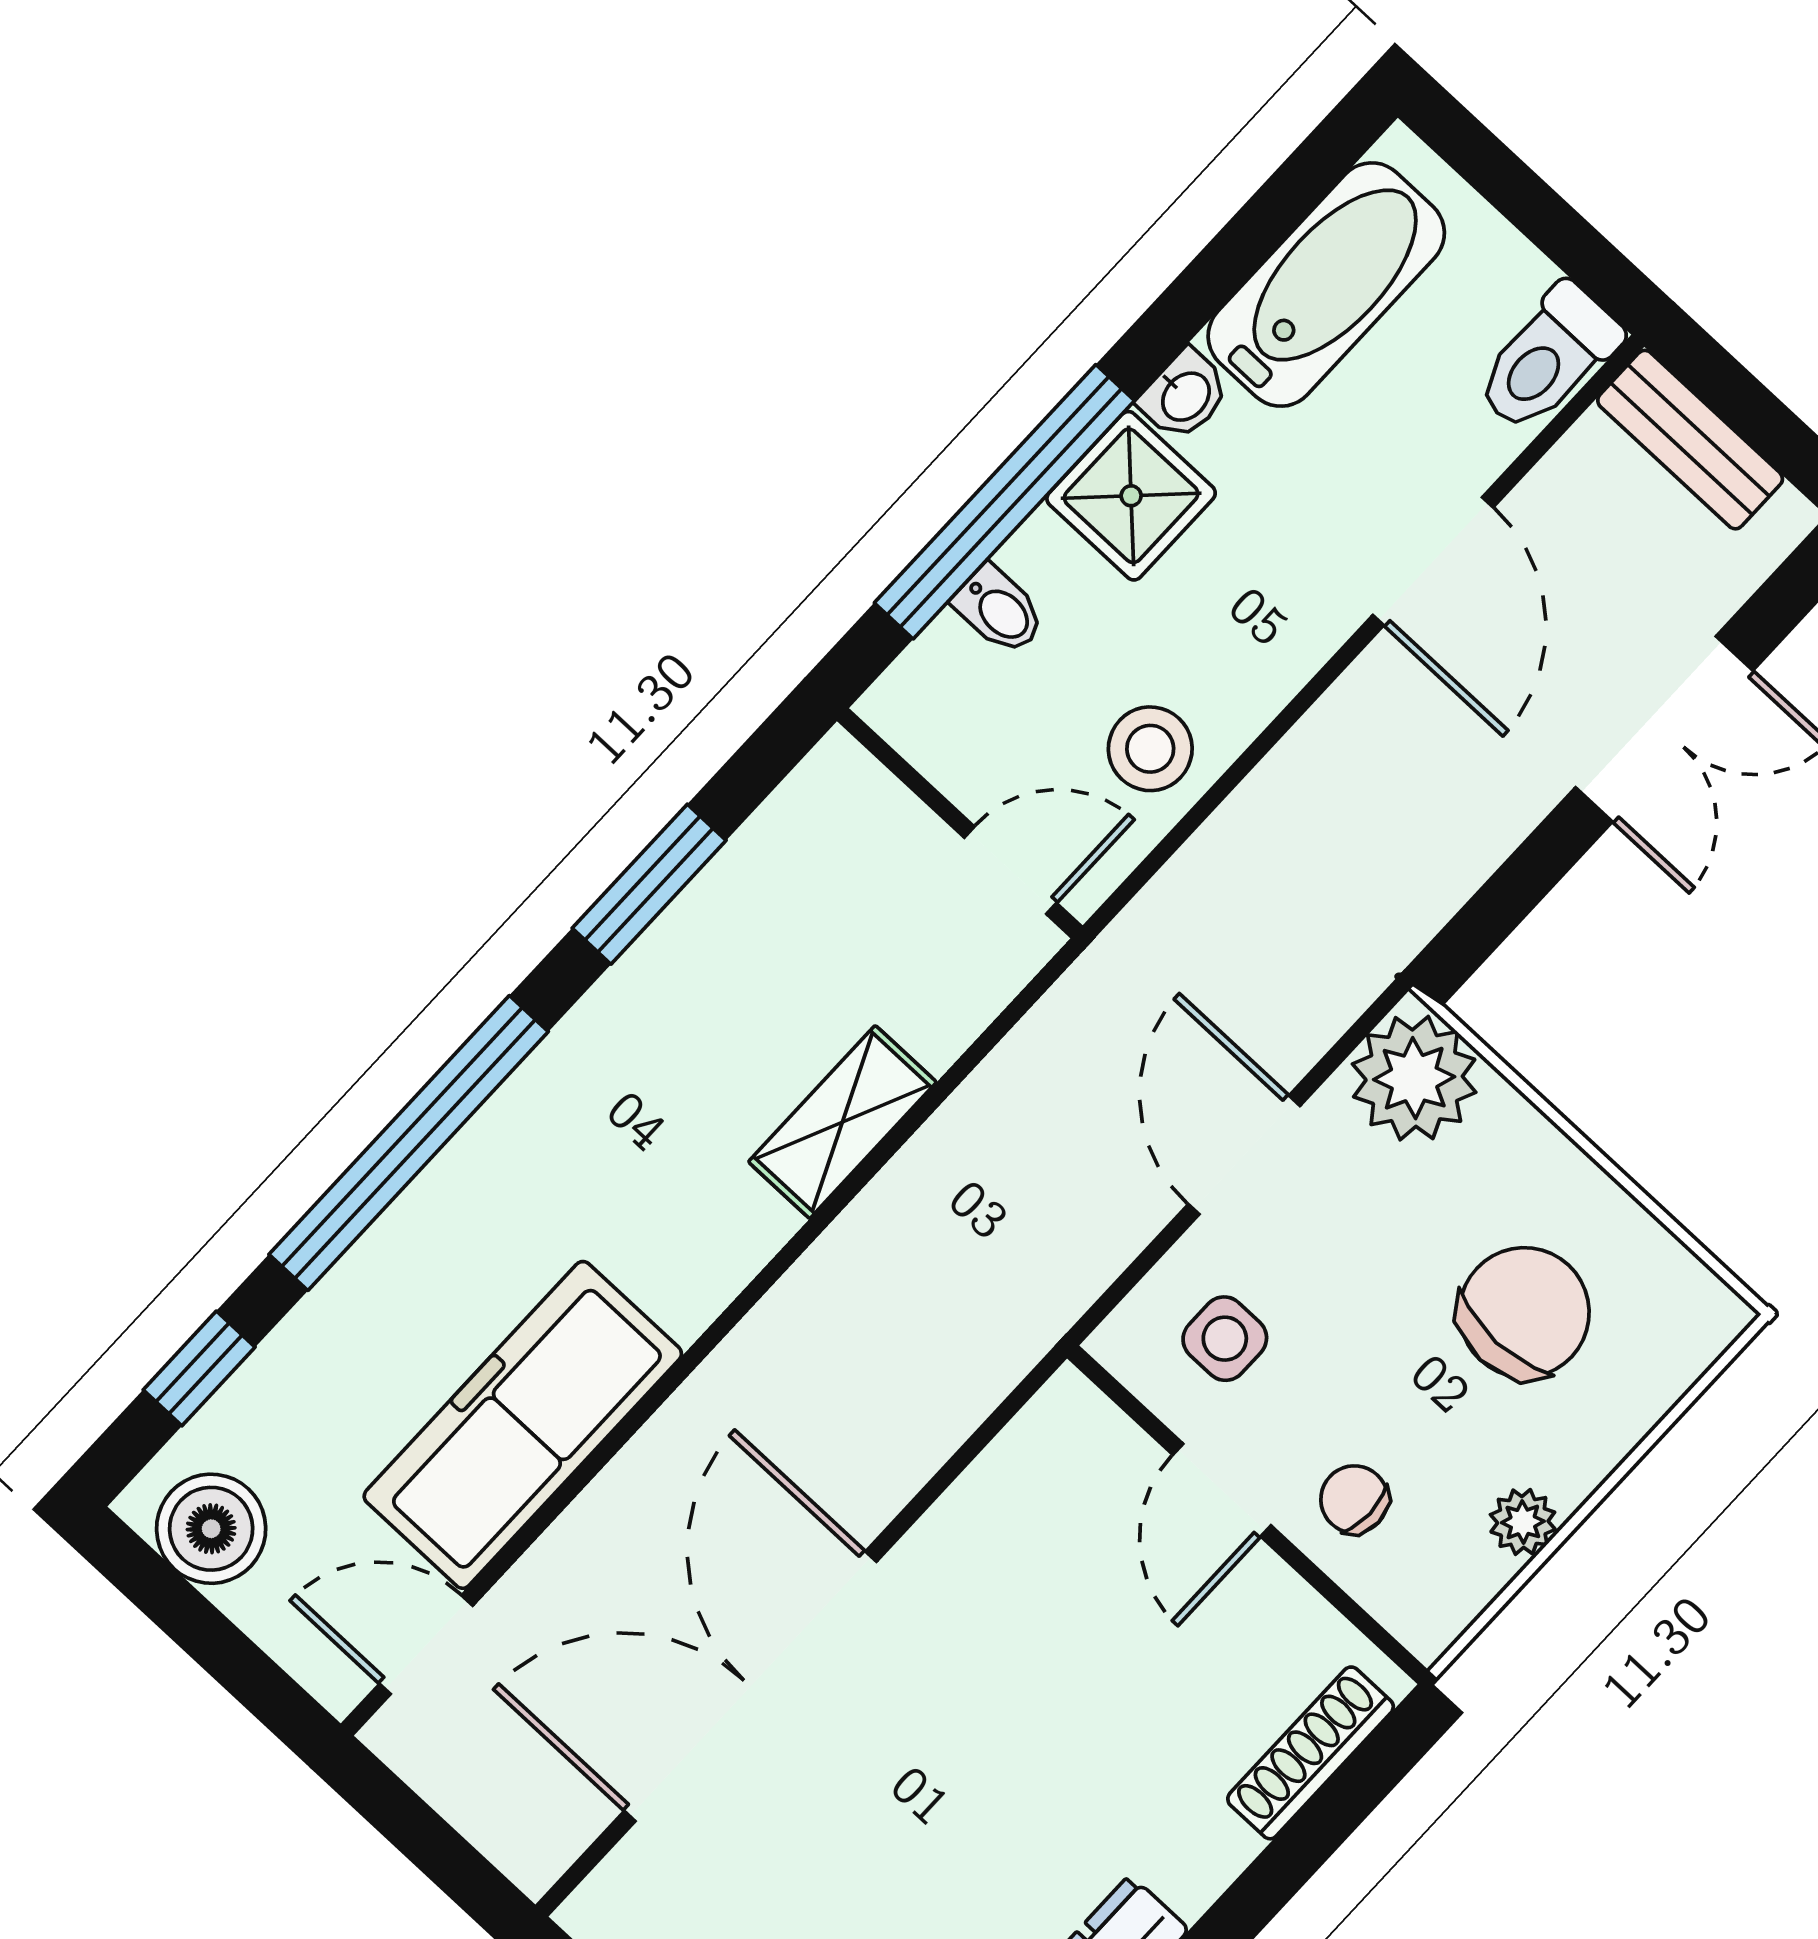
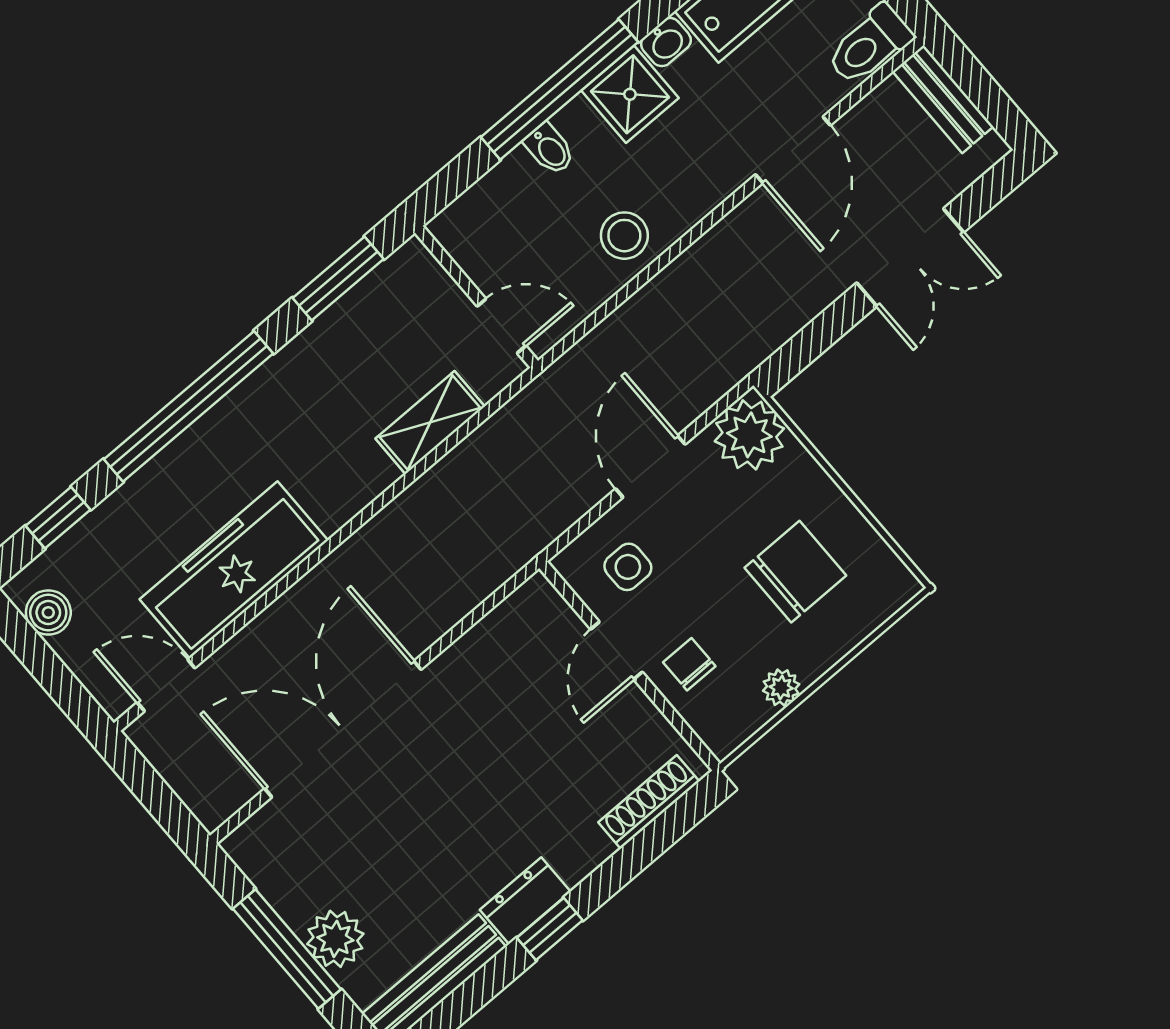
wall: (960, 823) -> (477, 297), moved
door: (1010, 870) -> (502, 326), moved
boiler: (211, 1529) -> (48, 613), width x0.73, depth x0.73

